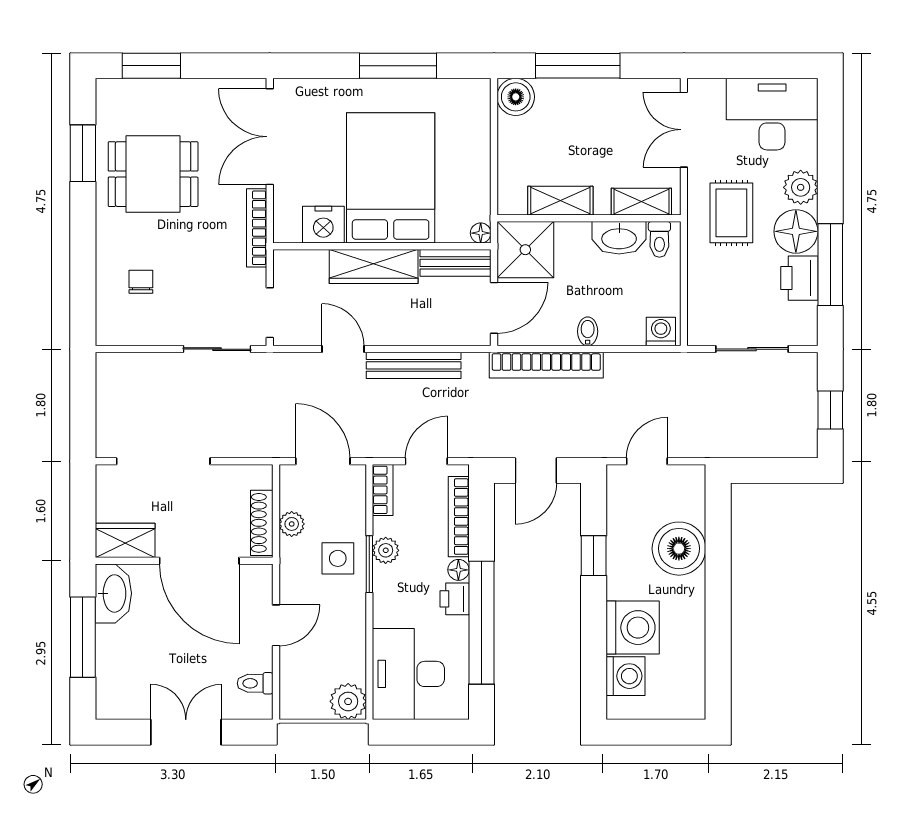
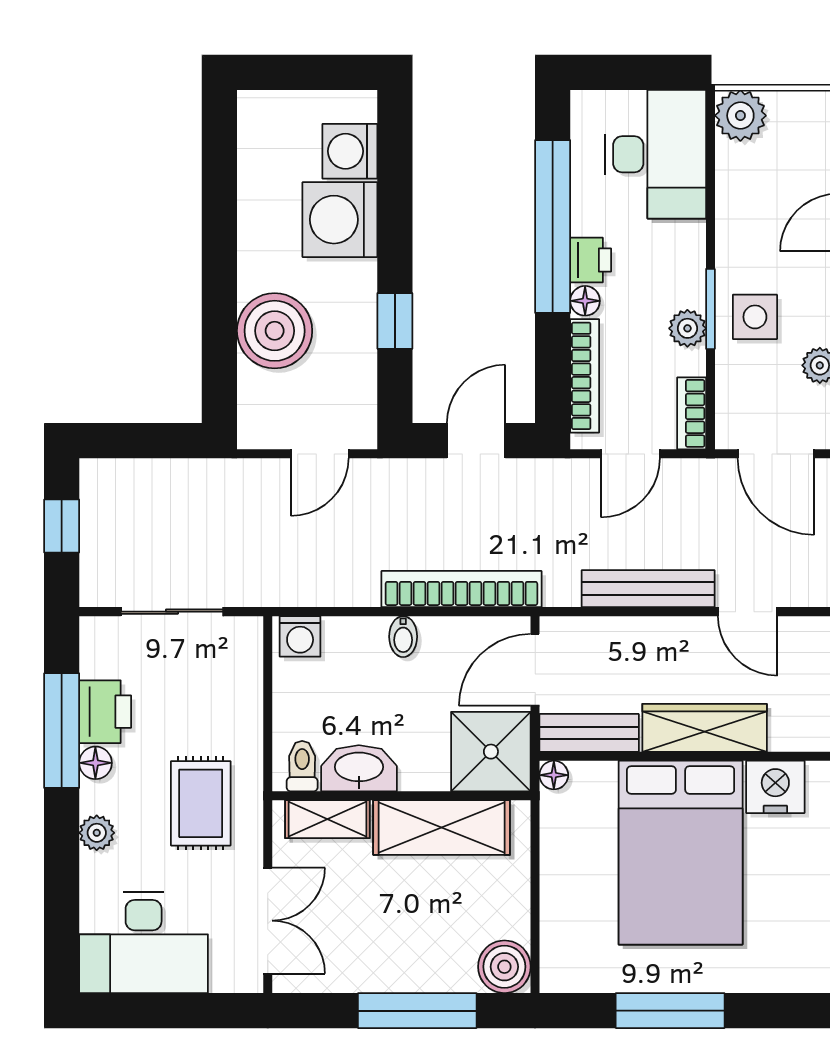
plant: (801, 187) -> (97, 833), width x0.73, depth x0.73
shelving: (560, 201) -> (442, 828), width x1.50, depth x1.33
floor lamp: (796, 231) -> (95, 763), width x0.53, depth x0.53

